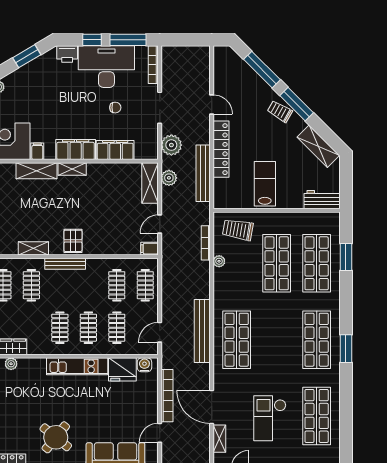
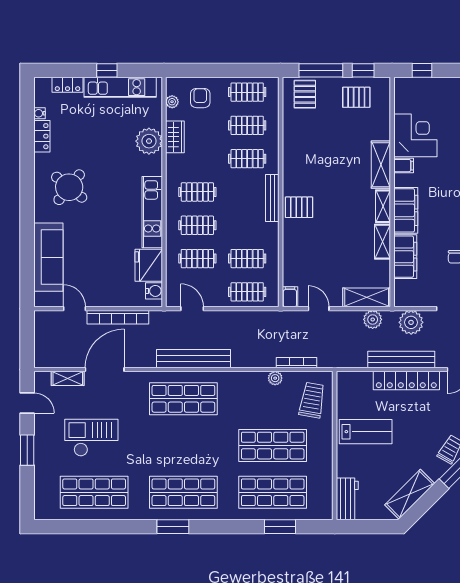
bench: (203, 173) -> (401, 359), moved
shelving: (33, 248) -> (383, 242), moved
plant: (11, 364) -> (149, 141), width x1.88, depth x1.88

